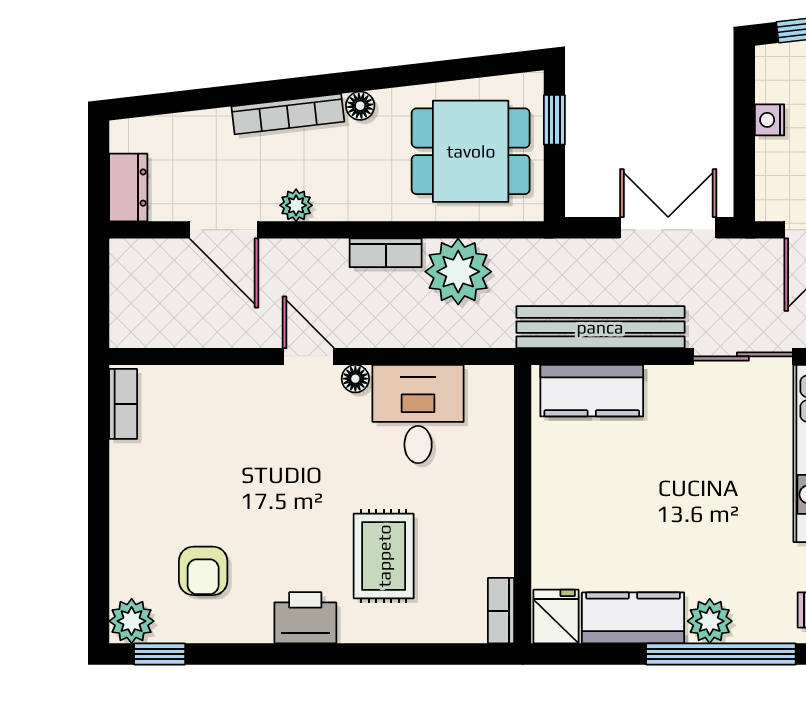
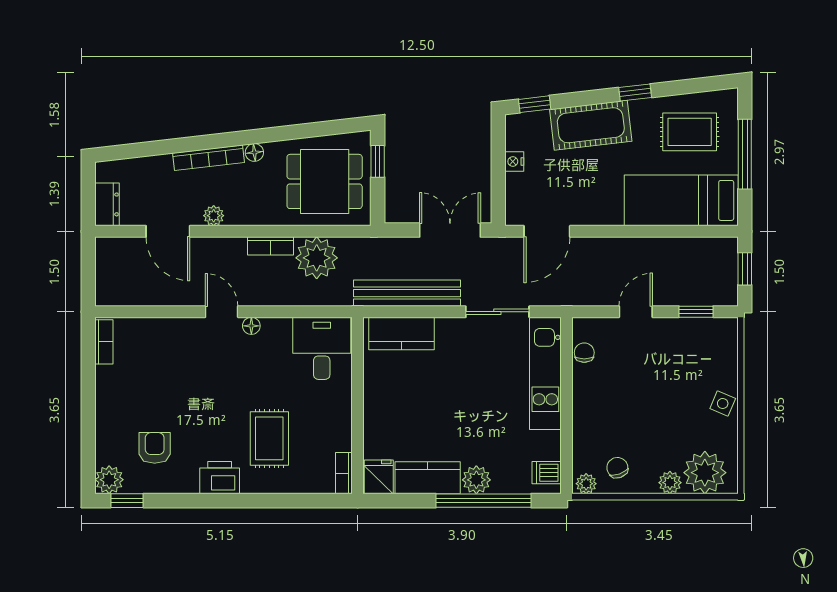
desk: (418, 414) -> (322, 348), moved
armchair: (203, 571) -> (155, 448), turned 180

